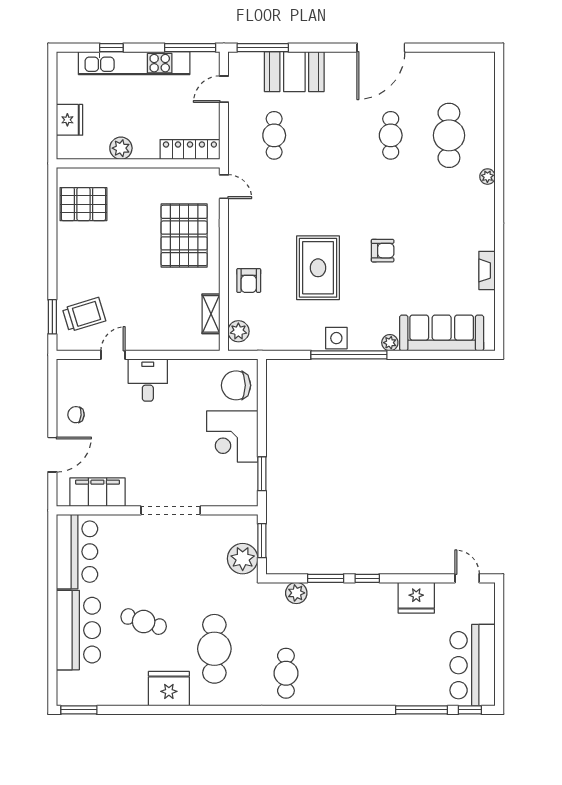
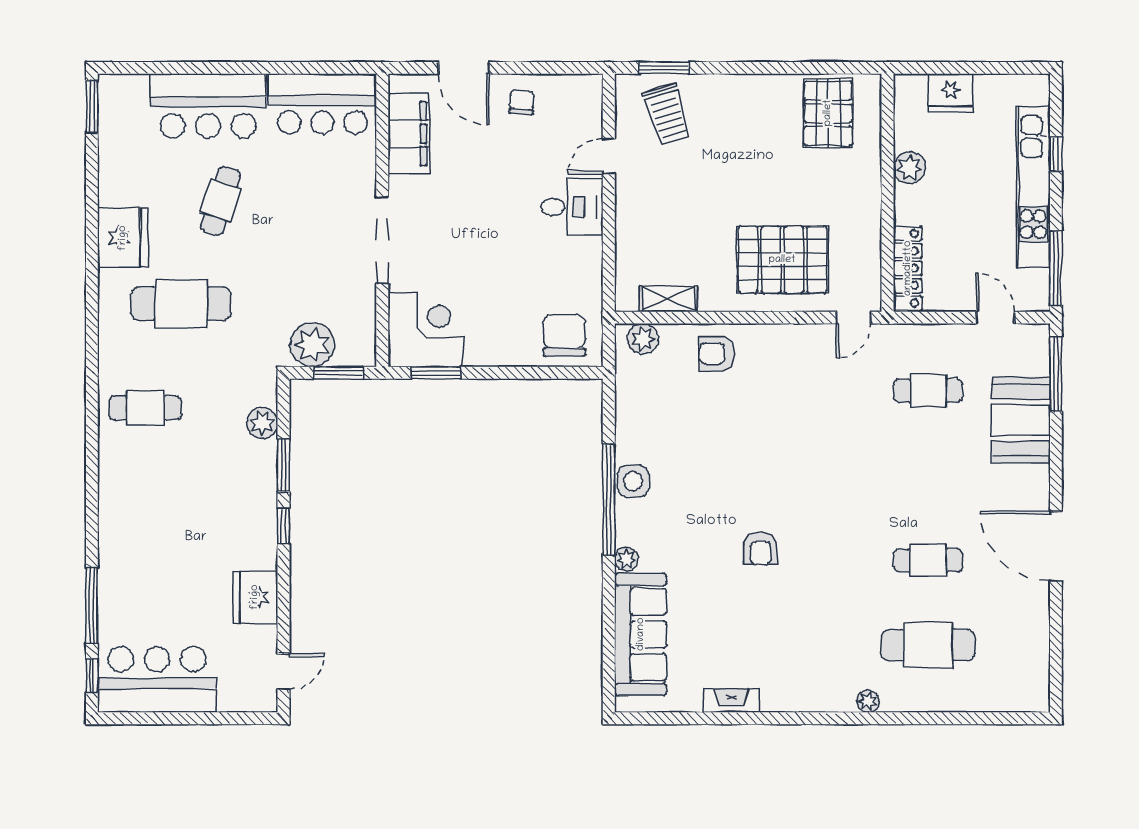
rug: (318, 268) -> (735, 455), removed
door: (113, 355) -> (609, 156), swing flipped
corner desk: (232, 437) -> (425, 330), moved, turned 90

